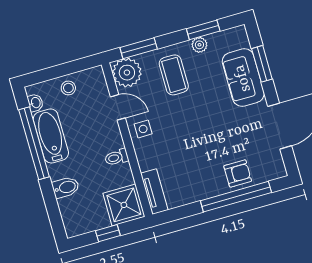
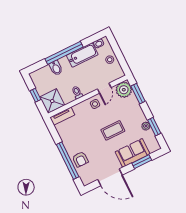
coffee table: (174, 75) -> (113, 130), moved
window: (34, 143) -> (64, 53), moved

